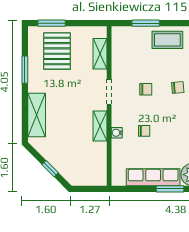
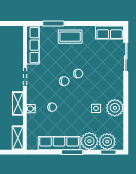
row of seats: (119, 51) -> (33, 45), added
shelving: (100, 54) -> (18, 138), moved
chair: (146, 89) -> (64, 81), moved

